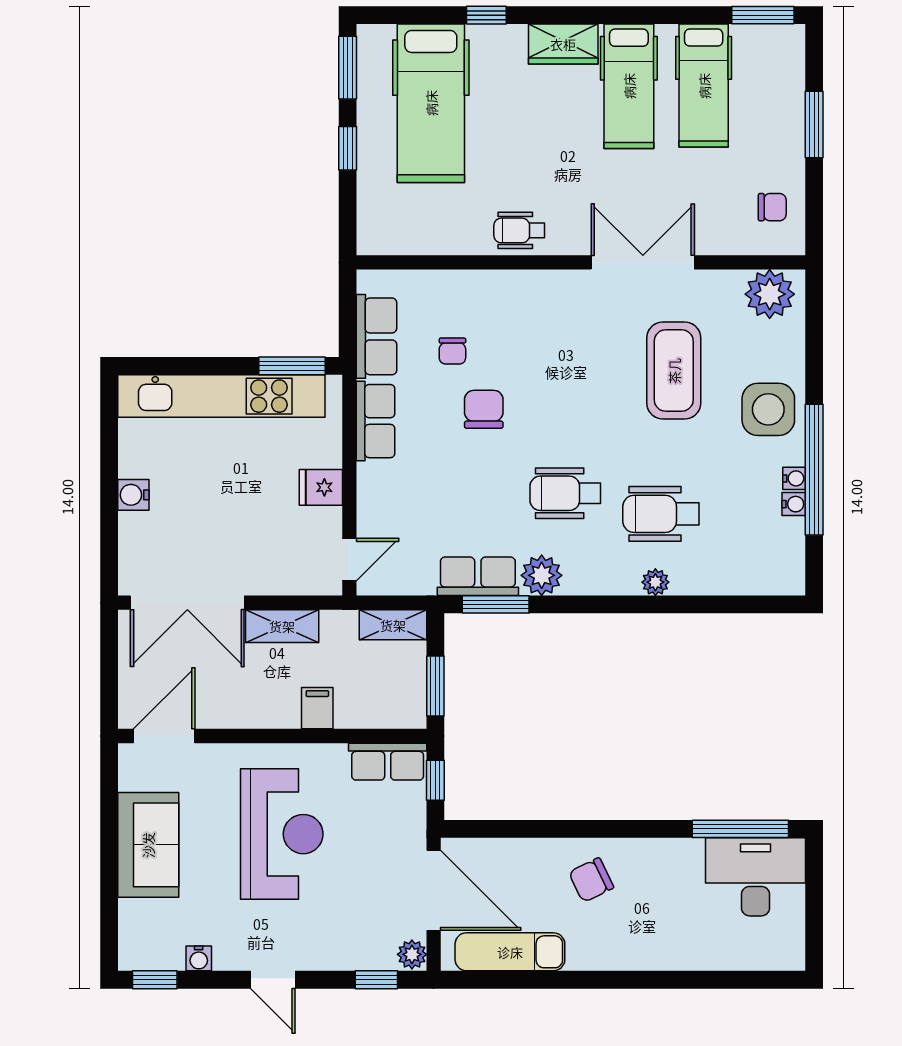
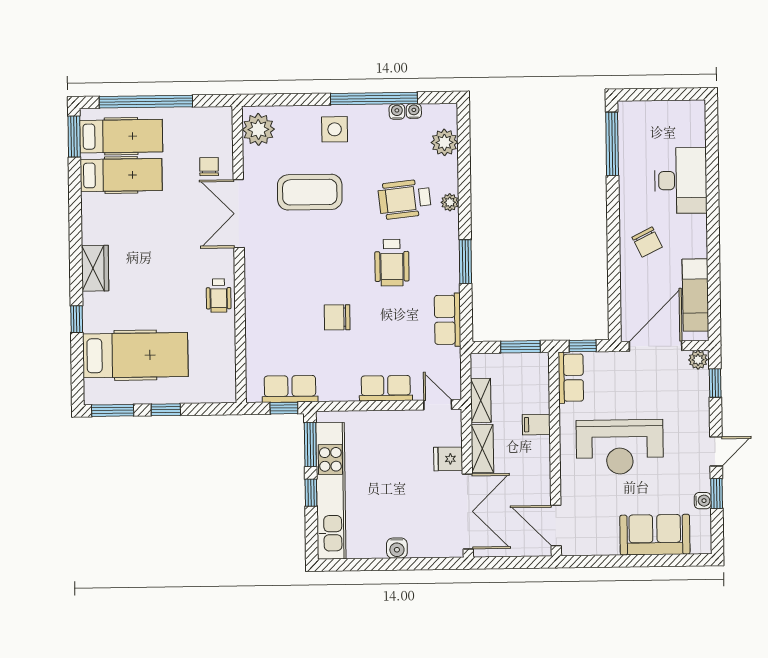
hospital bed: (629, 86) -> (121, 136), moved
window: (814, 124) -> (146, 102), width x2.11
chair: (772, 207) -> (209, 167), moved
window: (348, 327) -> (284, 408), added
chair: (452, 351) -> (299, 339), removed
window: (219, 366) -> (311, 493), added
side table: (768, 409) -> (335, 129), width x0.73, depth x0.73
row of seats: (376, 421) -> (386, 388), moved
water cooler: (794, 478) -> (414, 111), moved
fridge: (321, 487) -> (448, 459), moved, turned 90
wheelchair: (661, 514) -> (405, 199), turned 84
plant: (542, 575) -> (444, 142), moved
window: (496, 604) -> (465, 262), moved
shelving: (393, 625) -> (481, 400), moved
reception desk: (282, 834) -> (620, 447), turned 180
sofa: (148, 845) -> (655, 535), moved
desk: (756, 877) -> (681, 180), moved, turned 180
window: (155, 980) -> (717, 494), moved

